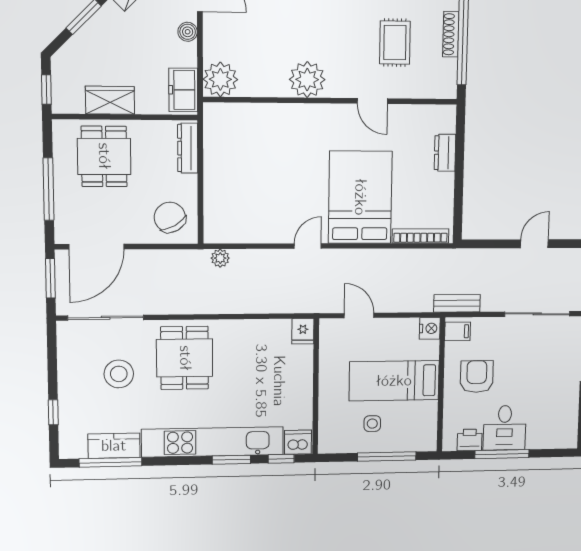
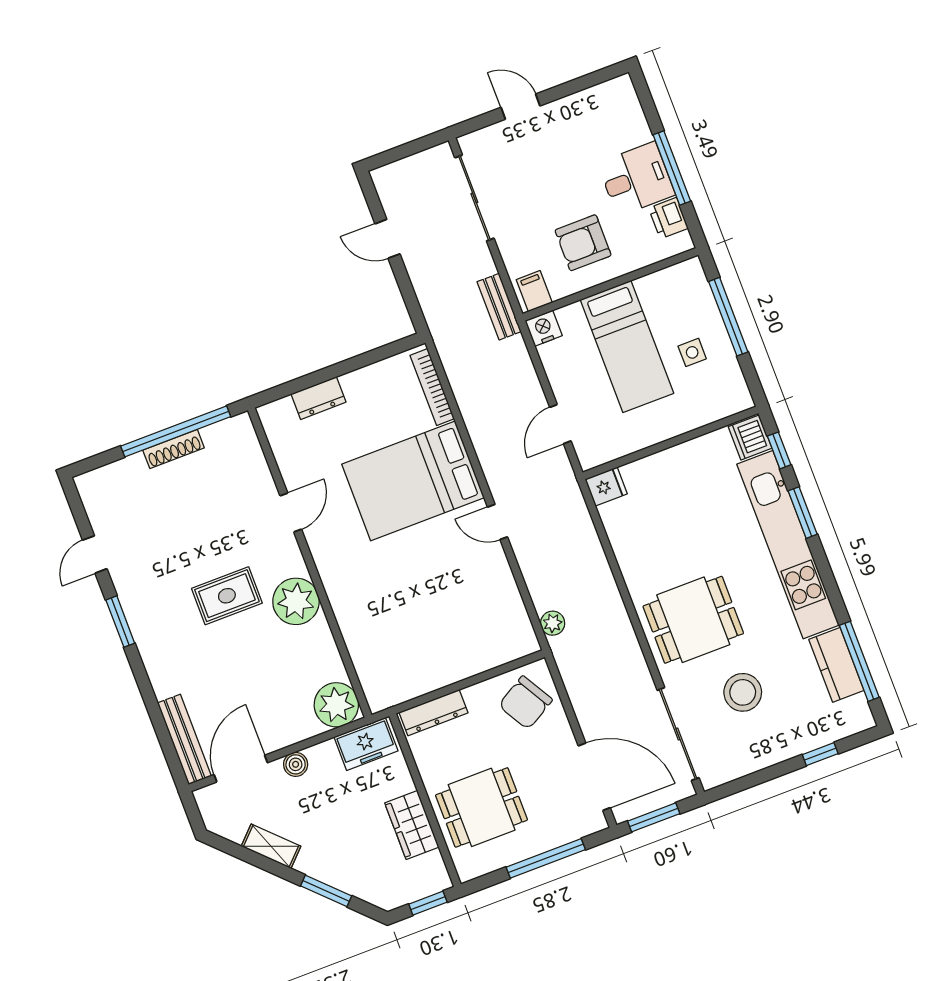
rug: (395, 43) -> (227, 596), moved

